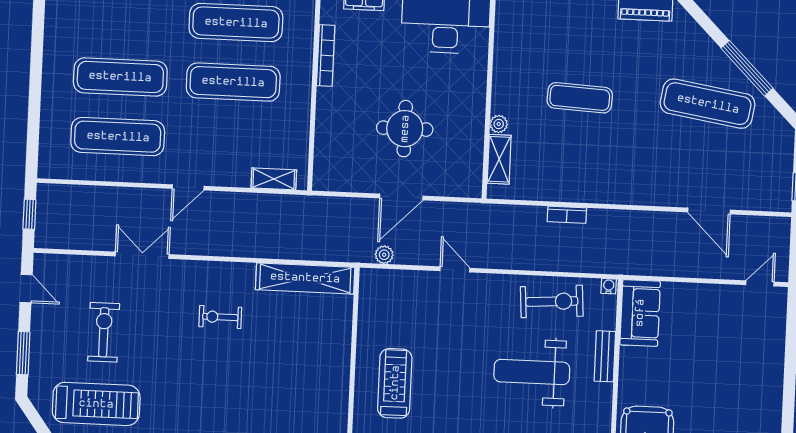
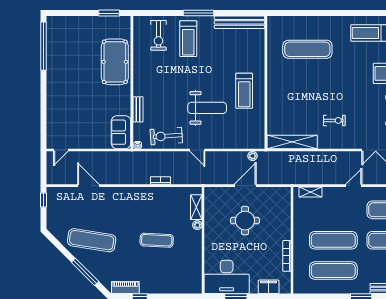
window: (747, 68) -> (85, 272), moved
door: (455, 269) -> (197, 150), moved
weight bench: (532, 372) -> (207, 108), moved

